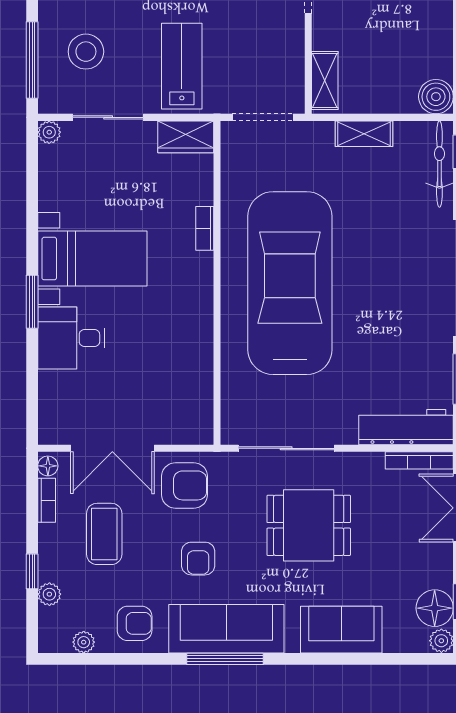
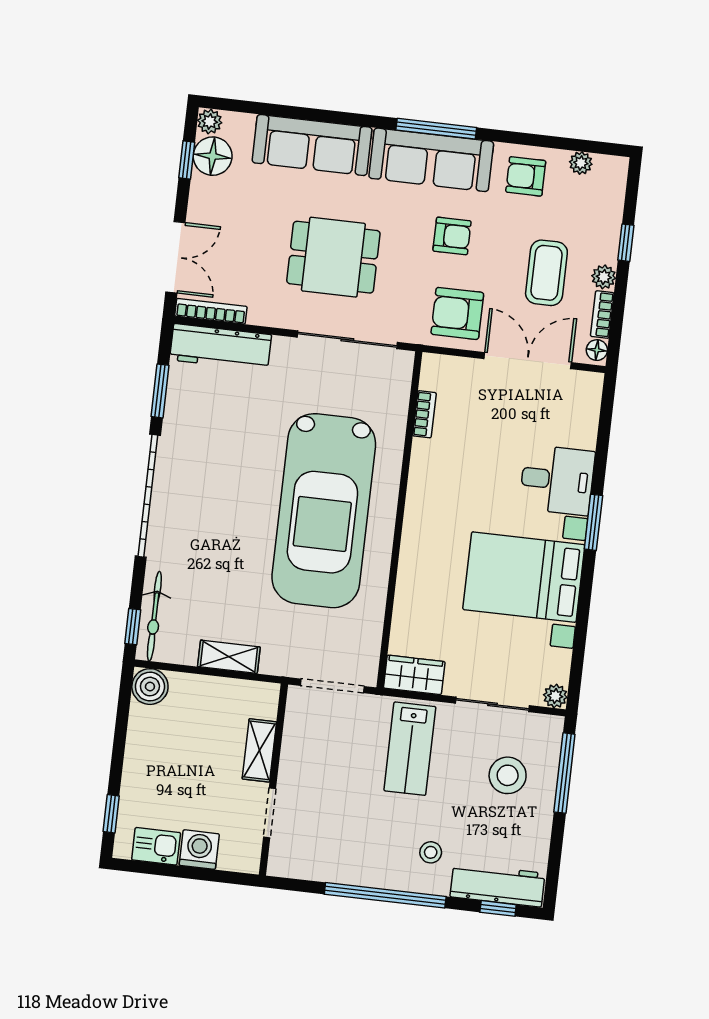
shelving: (325, 80) -> (259, 750), moved
bookcase: (205, 228) -> (424, 414), moved
bed with nightstands: (92, 259) -> (524, 577), width x1.36
armchair: (198, 559) -> (452, 236), turned 90
plant: (49, 594) -> (604, 277), moved
sofa: (341, 630) -> (312, 145), width x1.36

